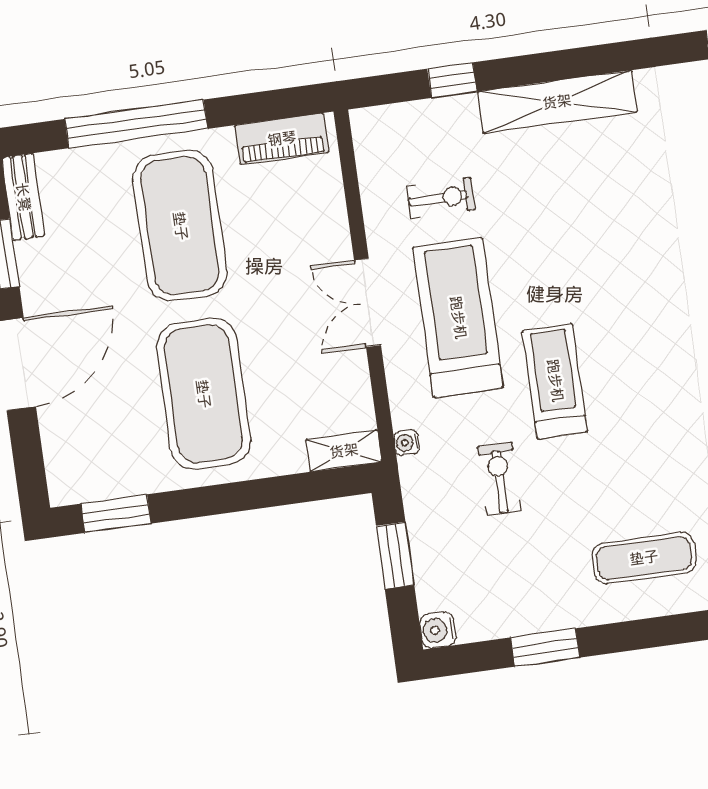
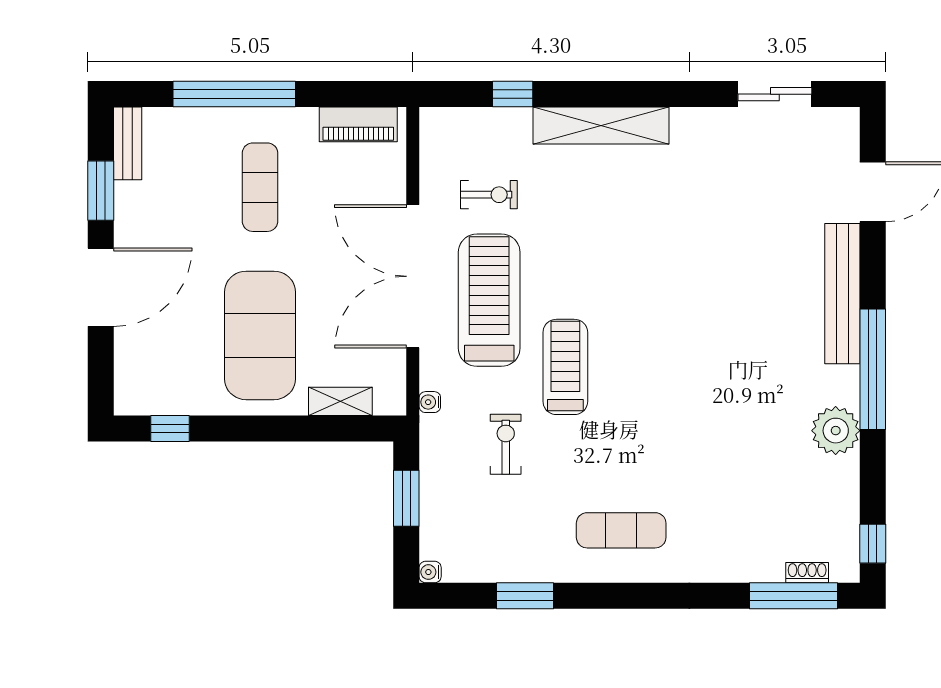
exercise mat: (180, 226) -> (260, 187), width x0.50, depth x0.69
double door: (367, 303) -> (413, 276), width x1.87
shelving: (344, 451) -> (340, 401), moved
window: (116, 514) -> (170, 429), width x0.67
water cooler: (438, 630) -> (430, 572), width x0.72, depth x0.72

